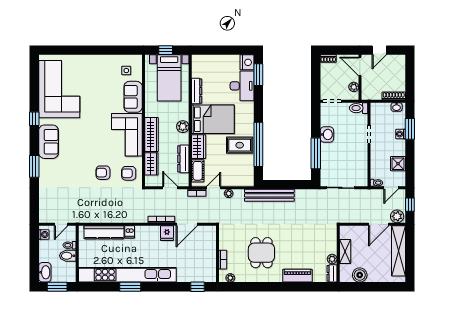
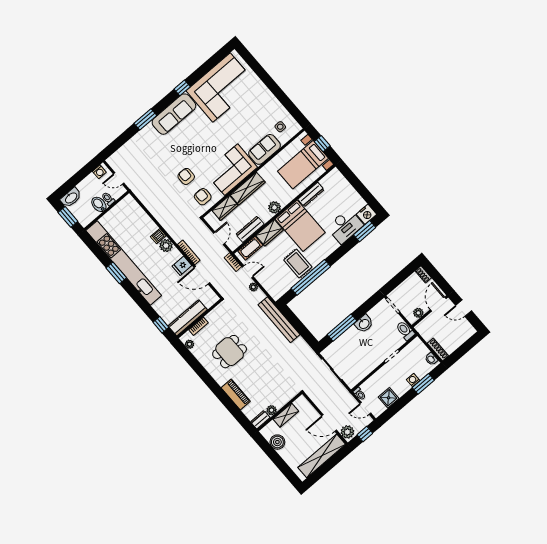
sofa: (49, 142) -> (174, 114), width x1.36
kitchen counter: (104, 232) -> (188, 318), moved, turned 90
plant: (142, 232) -> (166, 246), added

